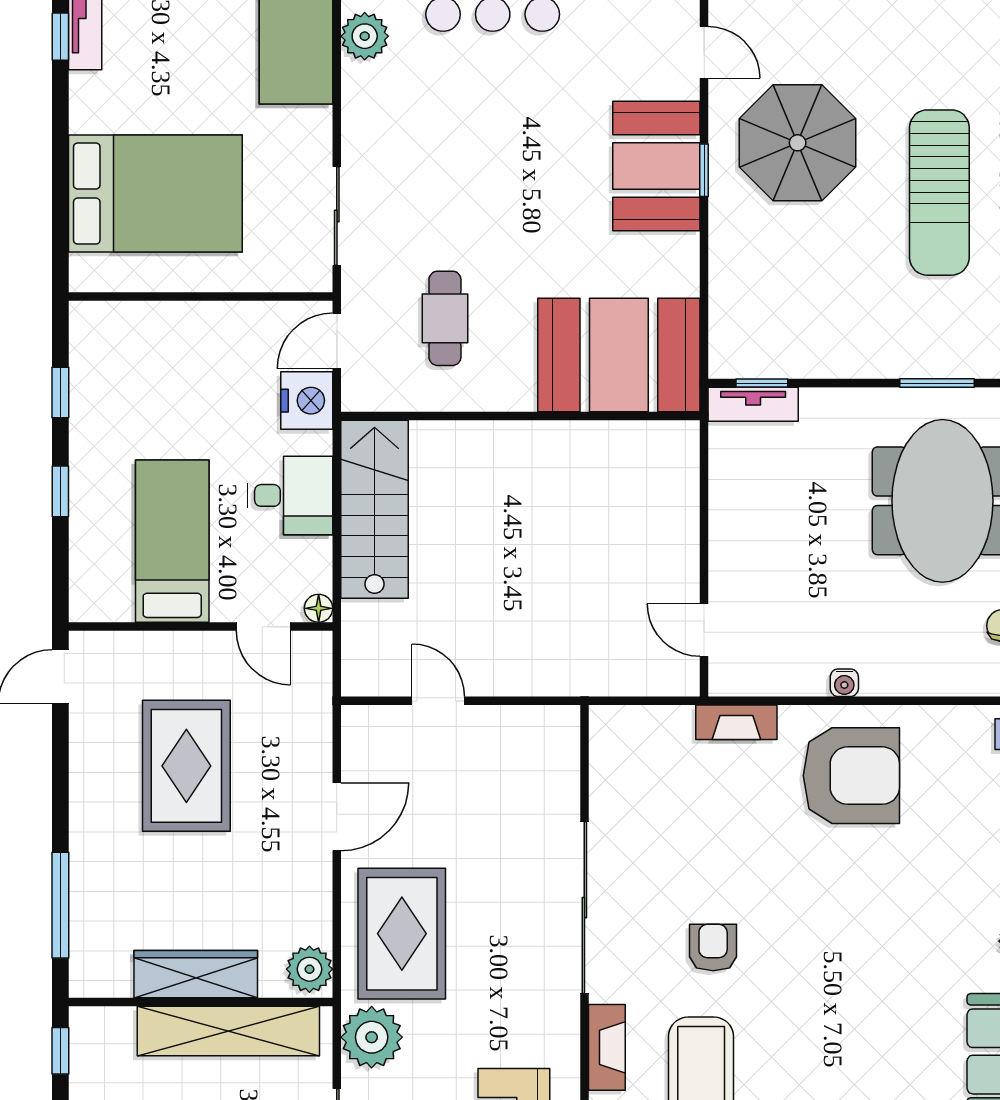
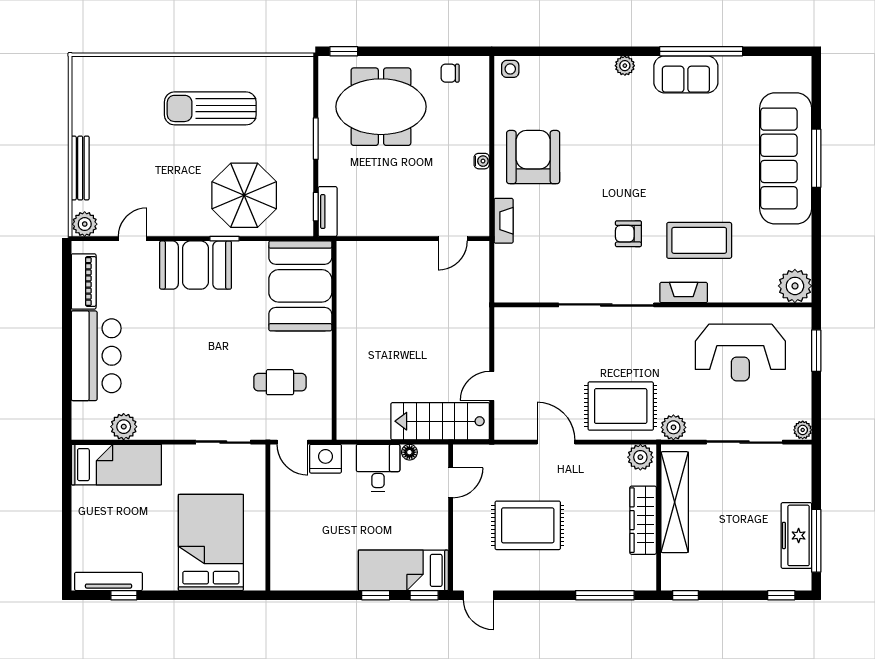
parasol: (798, 143) -> (244, 195), moved
window: (704, 170) -> (225, 239), moved
sun lounger: (939, 193) -> (210, 108), turned 180
window: (937, 383) -> (316, 139), moved
window: (60, 392) -> (424, 595), moved
stairs: (375, 509) -> (440, 421), moved
bed: (172, 541) -> (403, 570), moved
floor lamp: (319, 608) -> (409, 452), moved
plant: (372, 1037) -> (673, 427), width x0.73, depth x0.73

